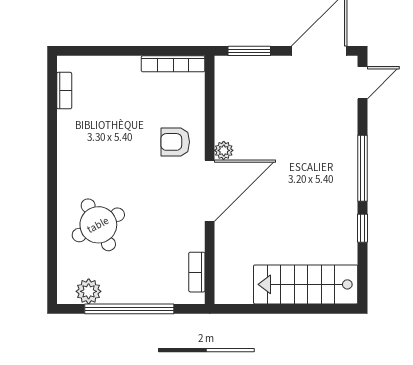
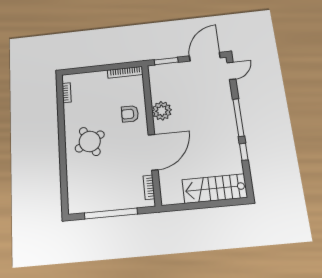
plant: (224, 150) -> (162, 111), width x1.87, depth x1.87
door: (210, 191) -> (153, 152), moved
round table: (98, 225) -> (90, 141), moved
plant: (89, 291) -> (86, 205), removed

